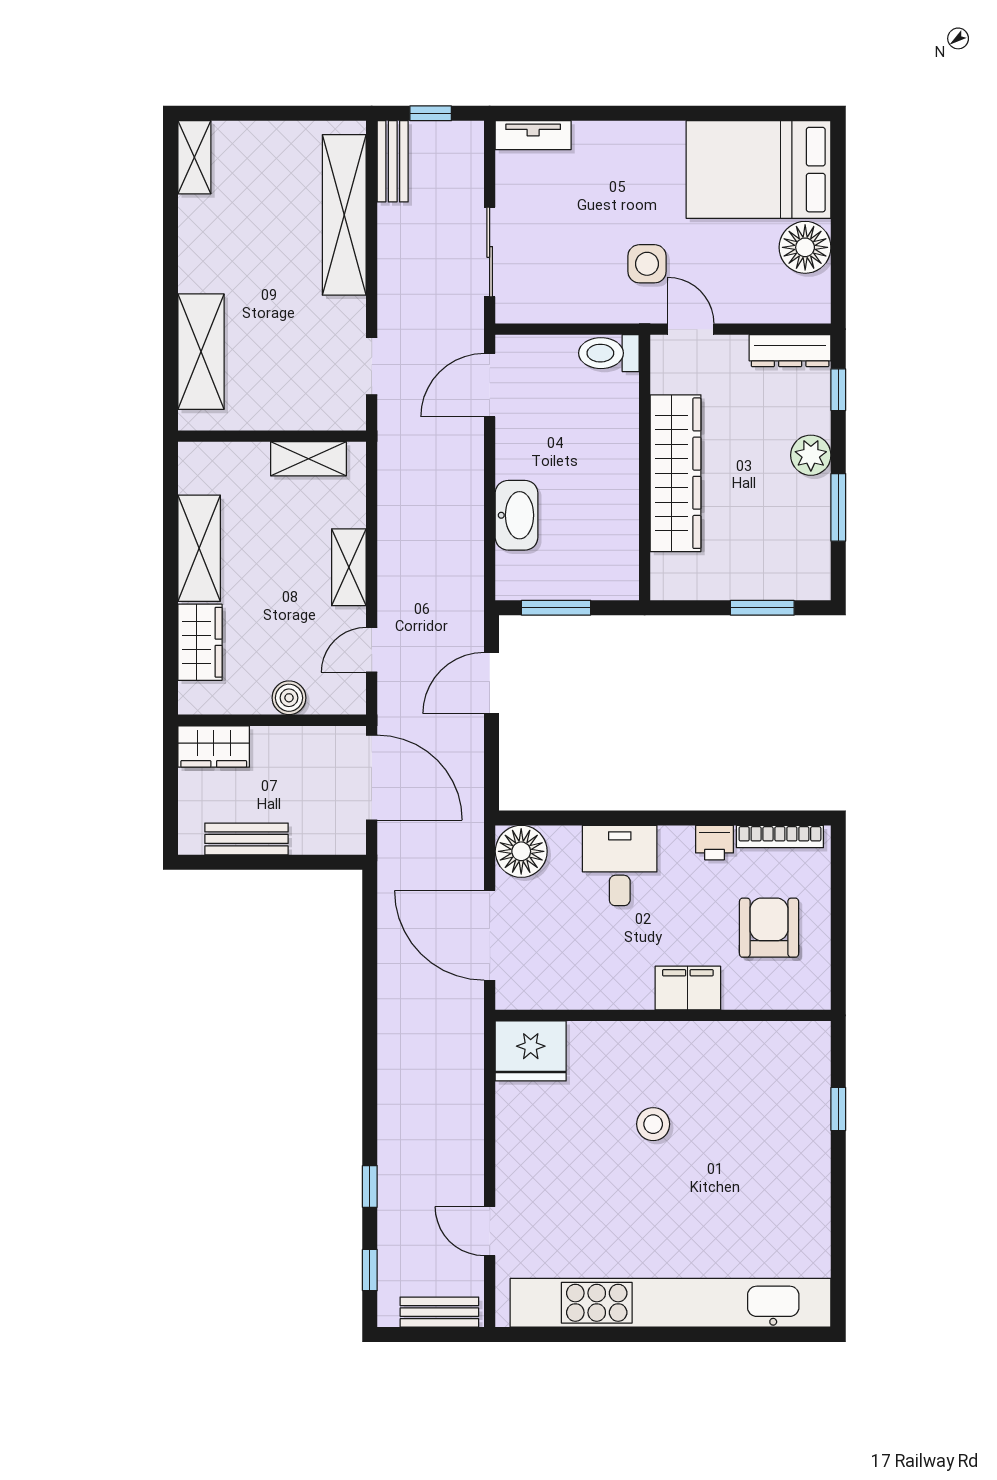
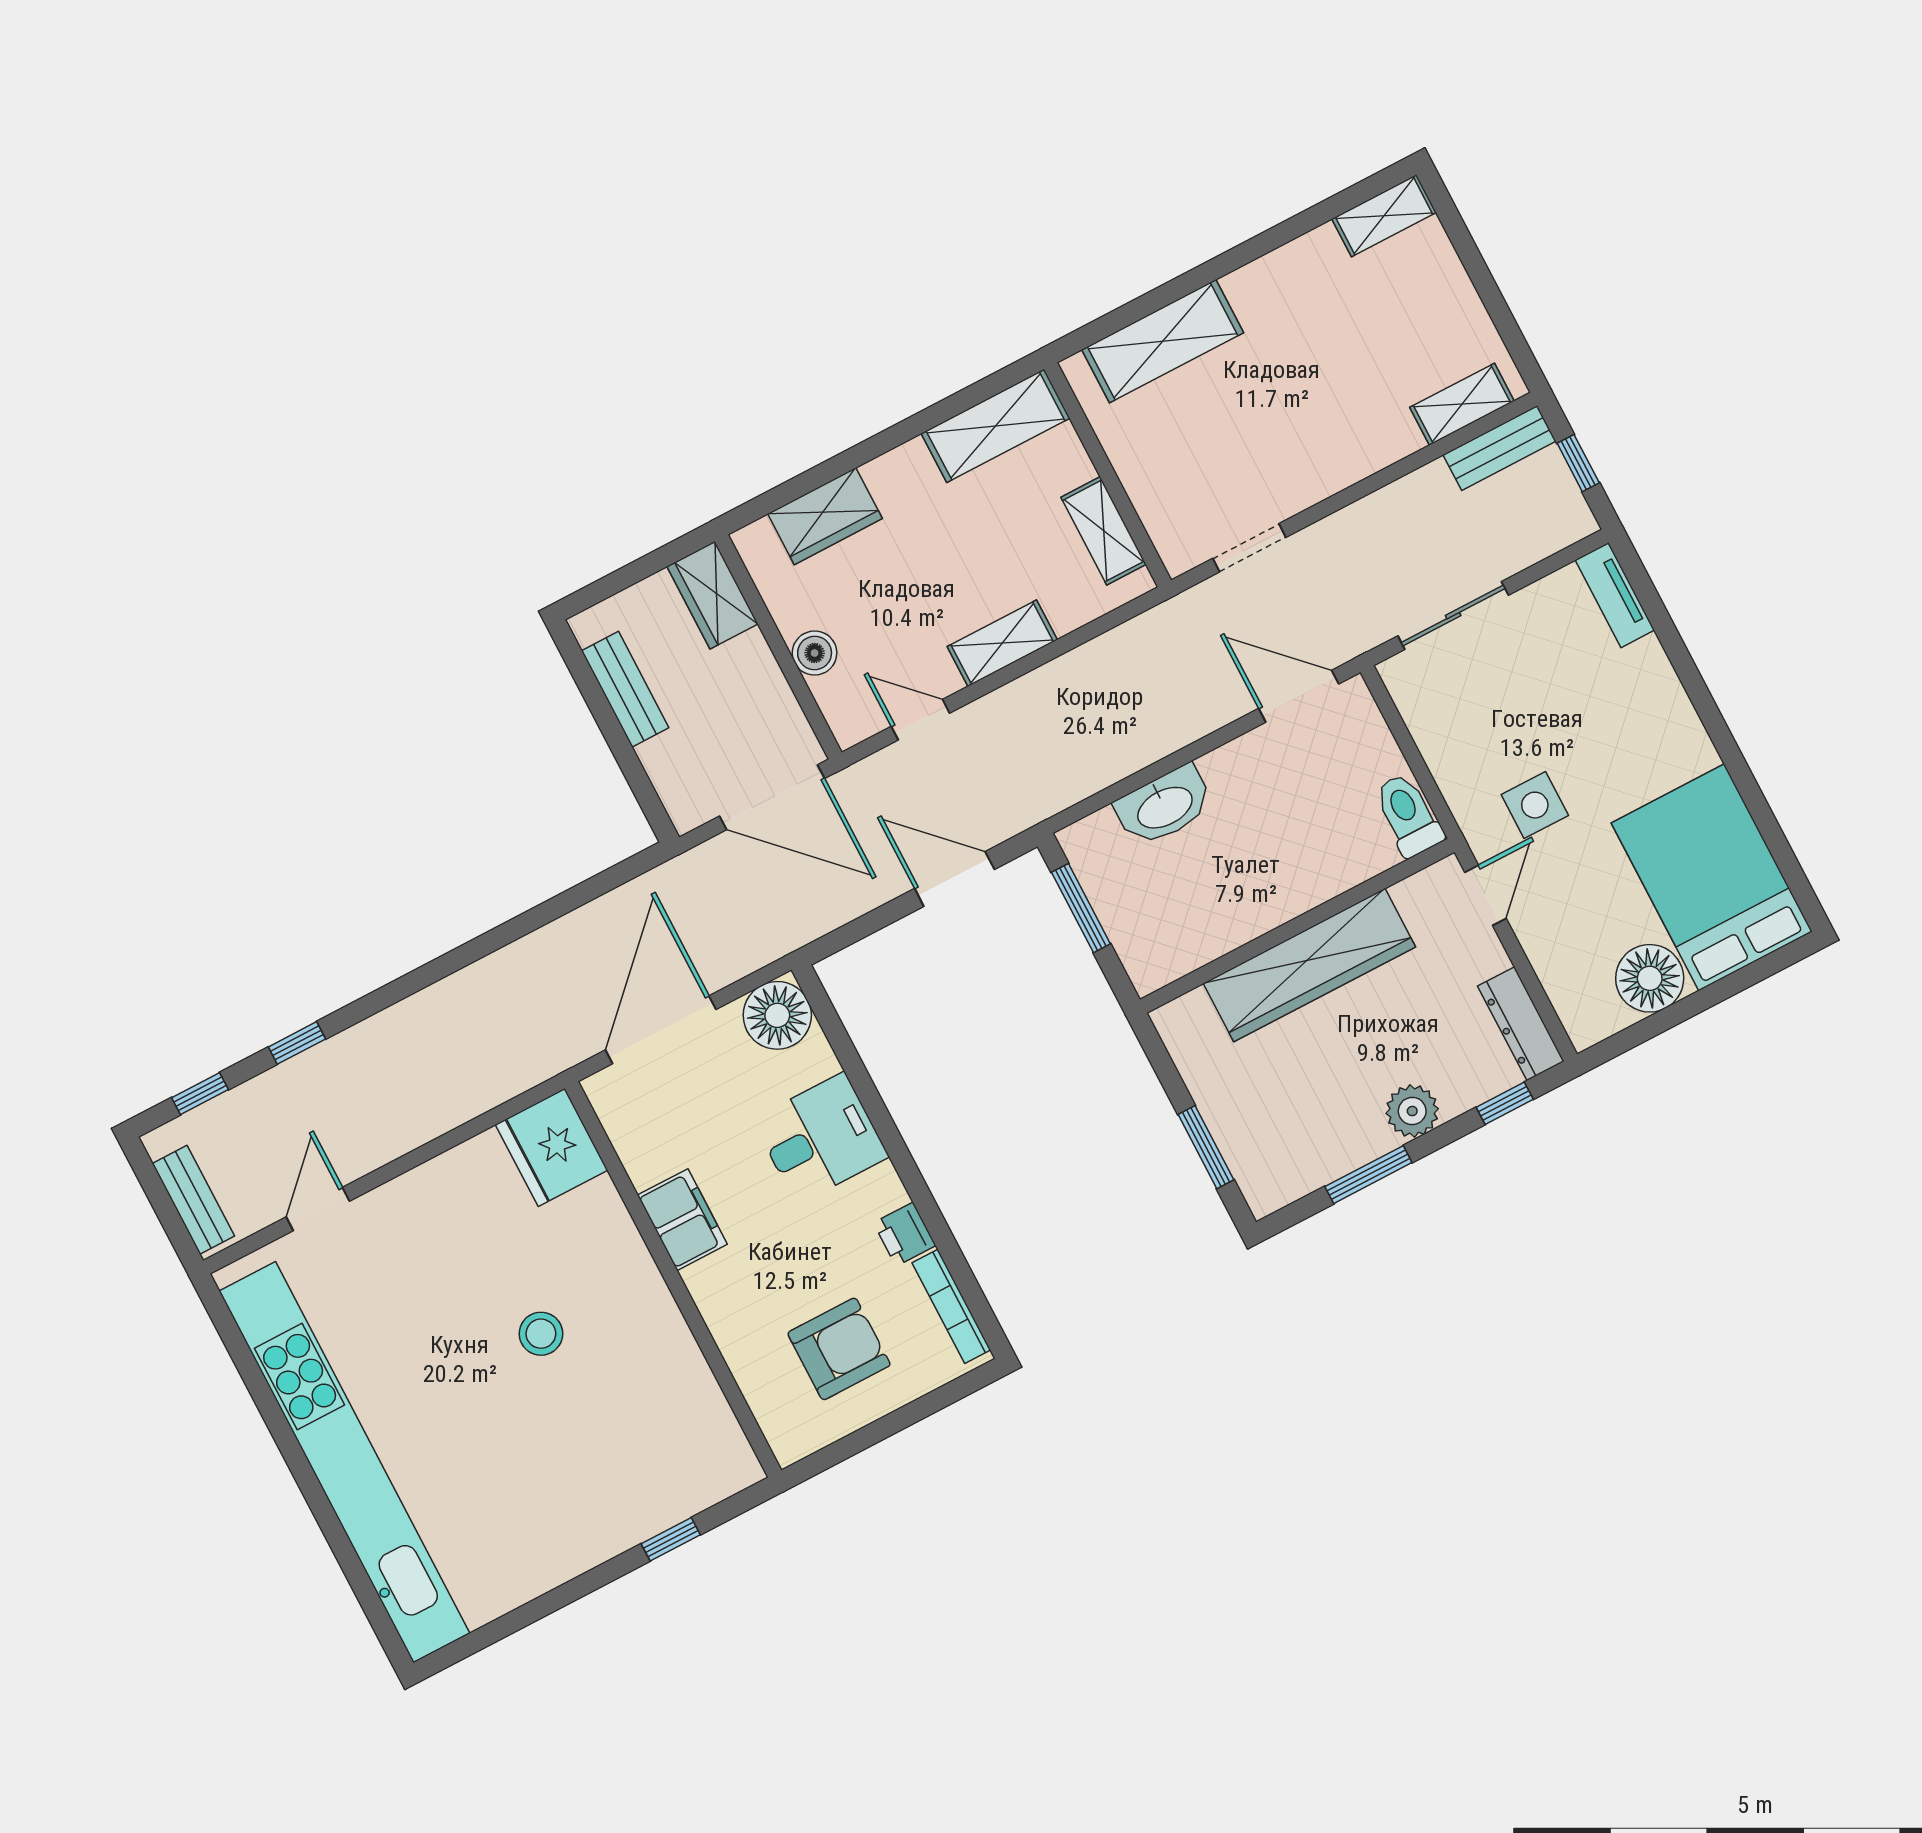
shelving: (344, 215) -> (1462, 404), width x0.45, depth x0.75
shelving: (199, 548) -> (996, 426), moved
door: (372, 778) -> (772, 797), hinge flipped
filing cabinet: (688, 988) -> (682, 1220), moved

